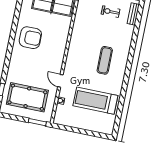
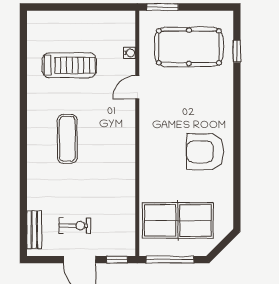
door: (60, 81) -> (137, 87), swing flipped
treadmill: (95, 101) -> (69, 65), width x0.73, depth x0.73

